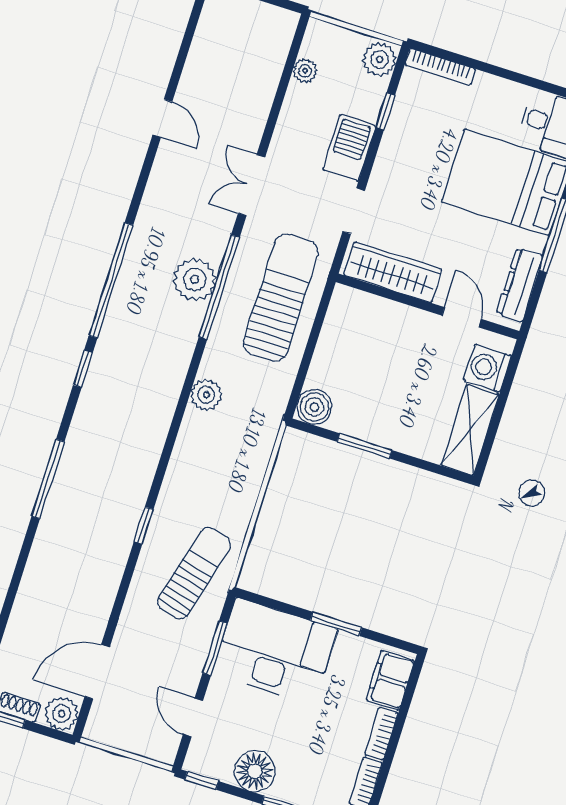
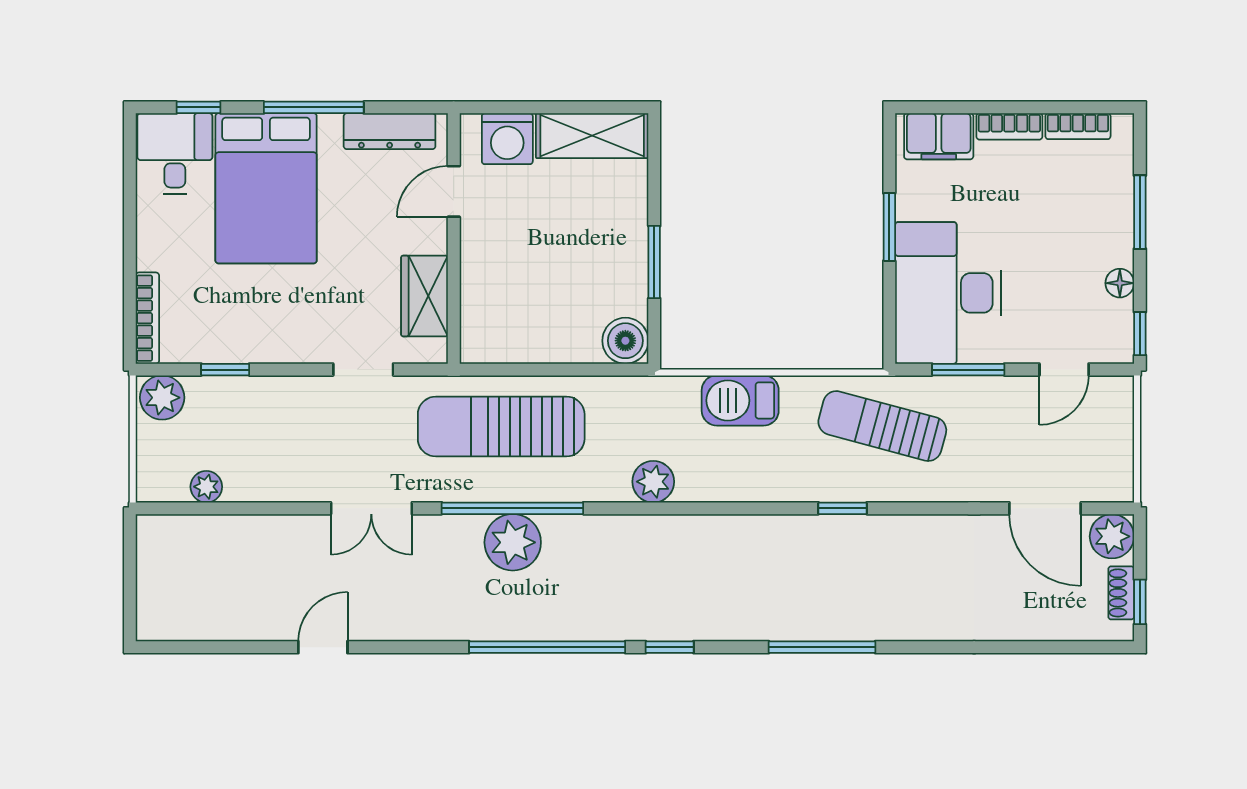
barbecue: (349, 148) -> (740, 400), moved
wardrobe: (393, 272) -> (424, 296), width x0.67
floor lamp: (255, 771) -> (1120, 283), width x0.53, depth x0.53

